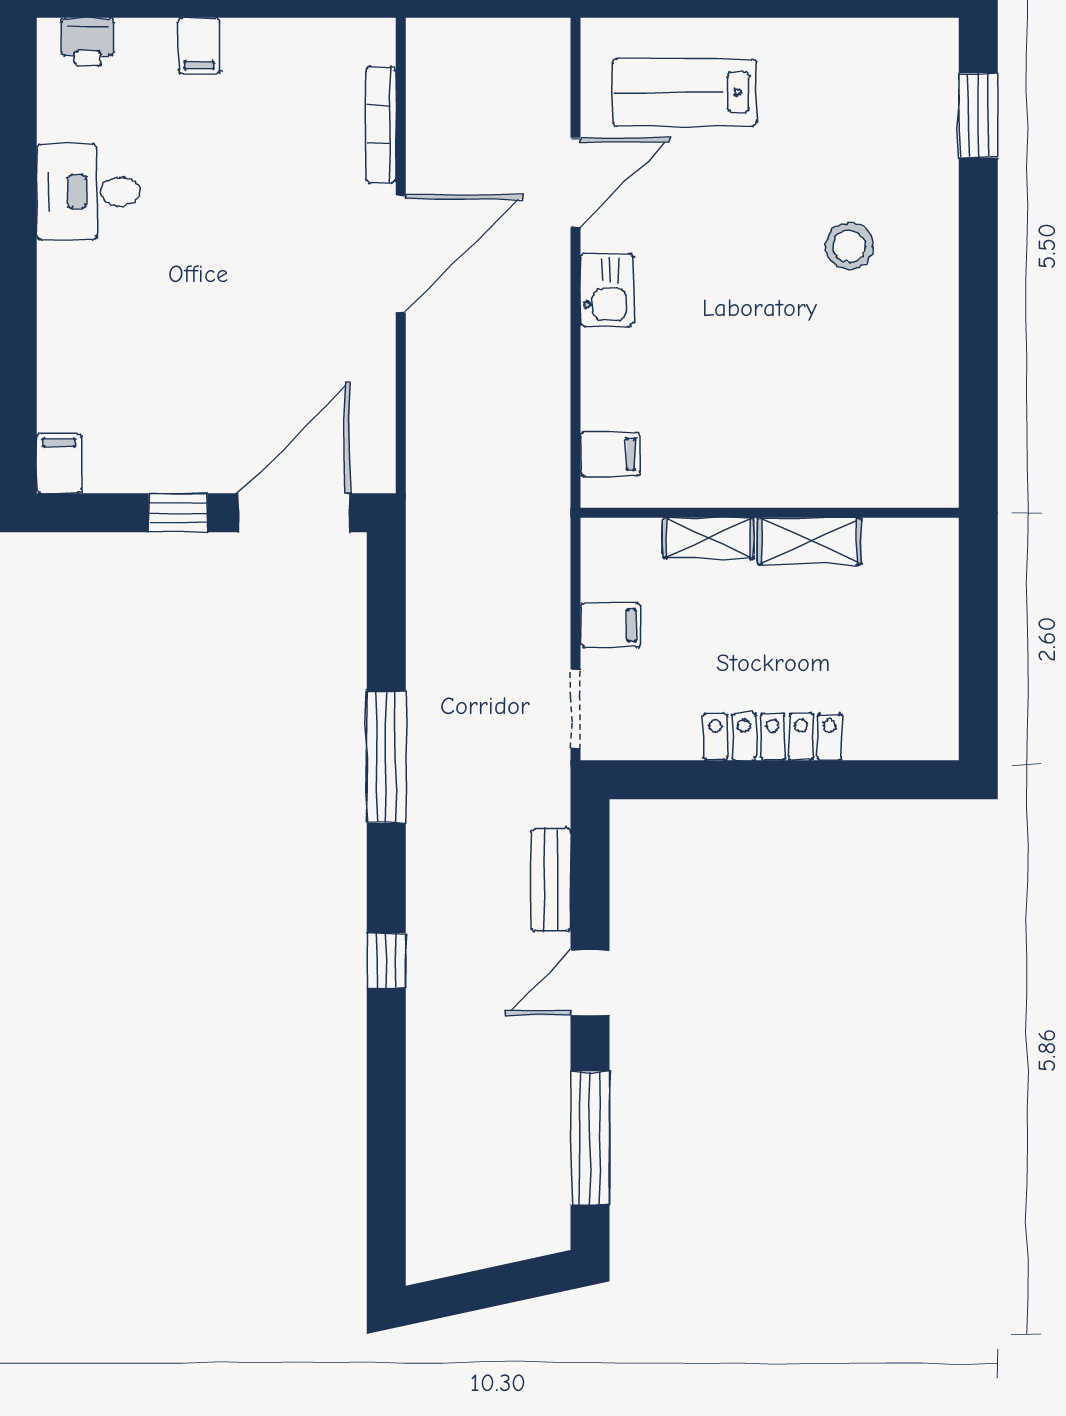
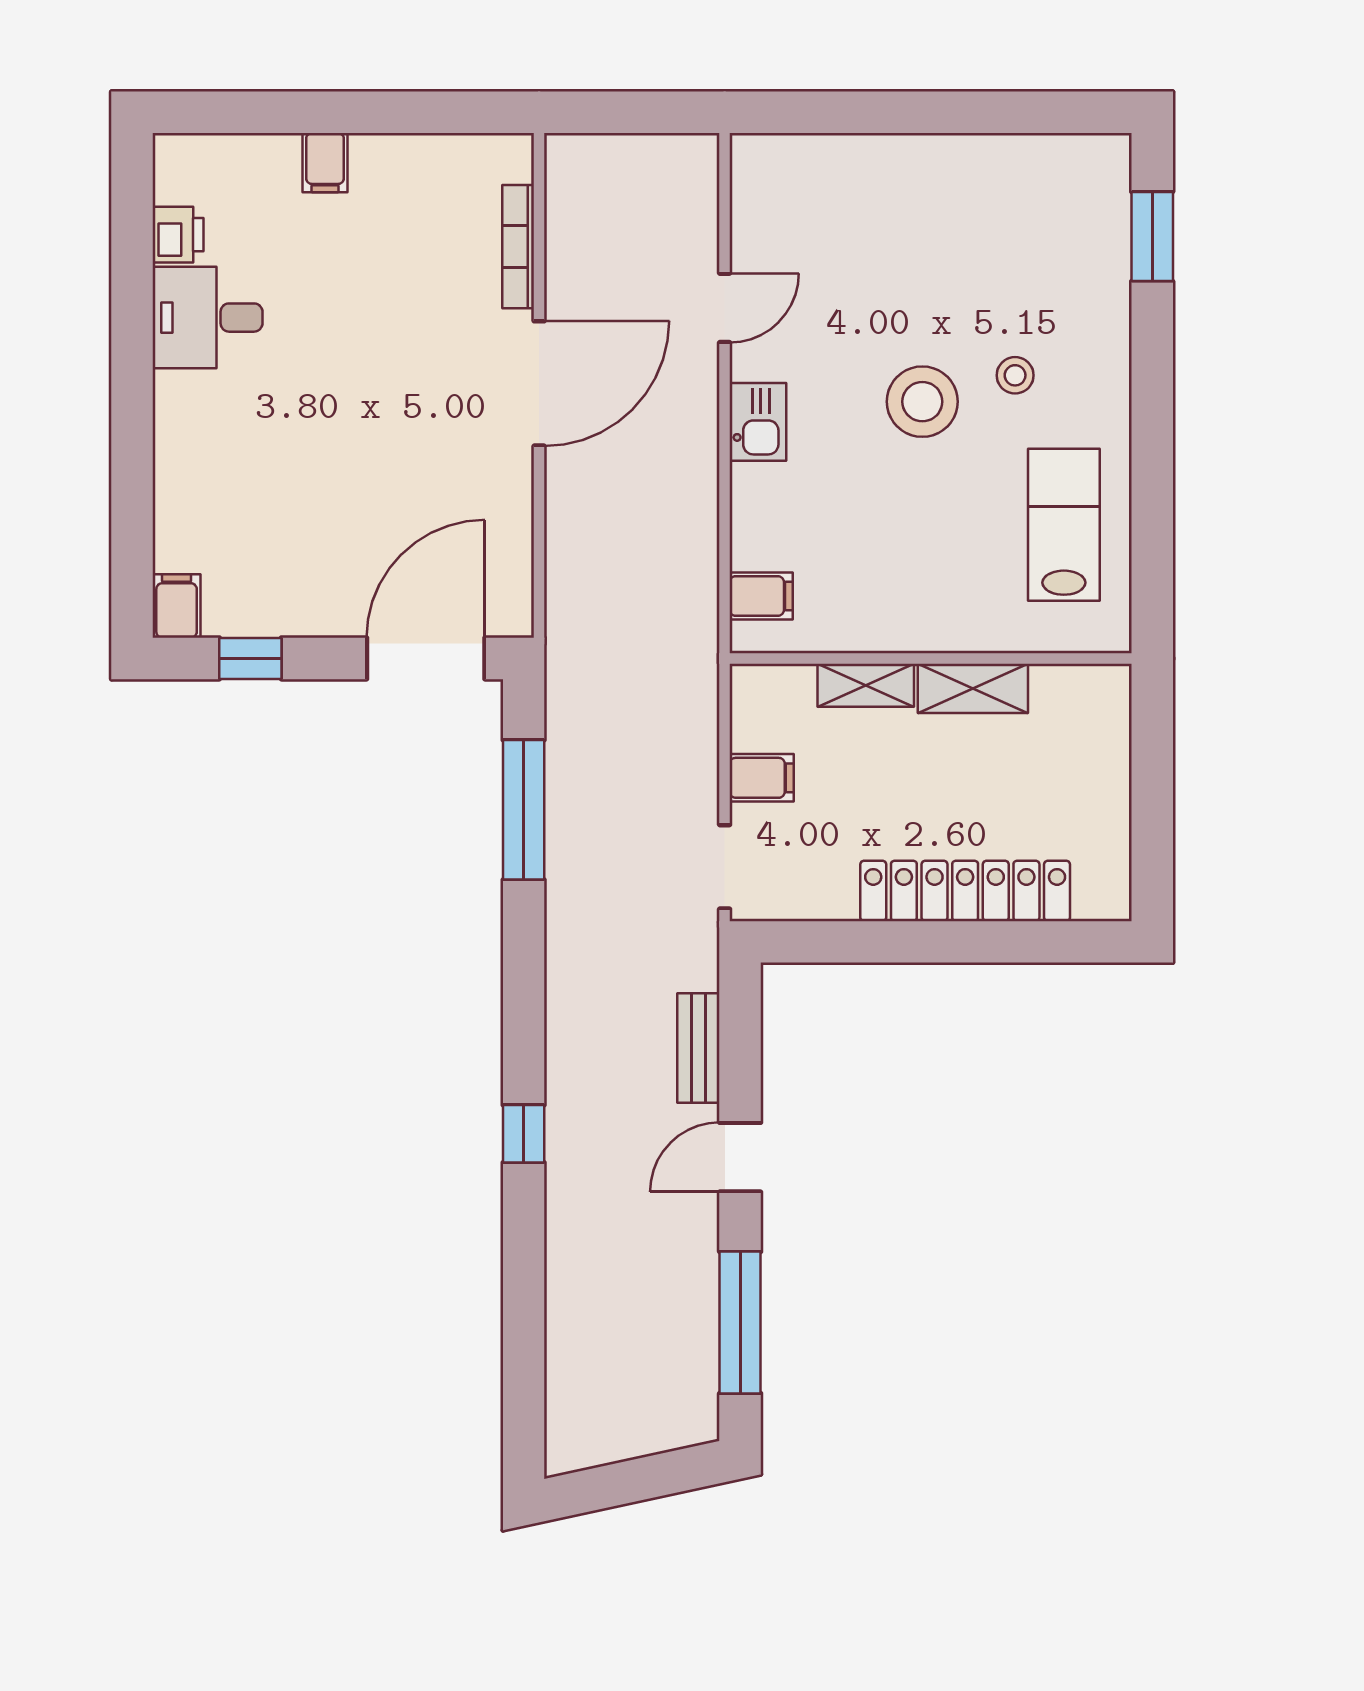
printer: (87, 42) -> (178, 235), moved, turned -90
lab bench: (684, 92) -> (1064, 525), moved, turned 90
door: (575, 183) -> (725, 308), width x0.73
stool: (849, 246) -> (1015, 375), width x0.73, depth x0.73
stool: (762, 271) -> (922, 402), added
window: (178, 513) -> (250, 658), moved
locker: (773, 737) -> (965, 891), width x1.41, depth x1.21
window: (386, 757) -> (524, 810), moved

